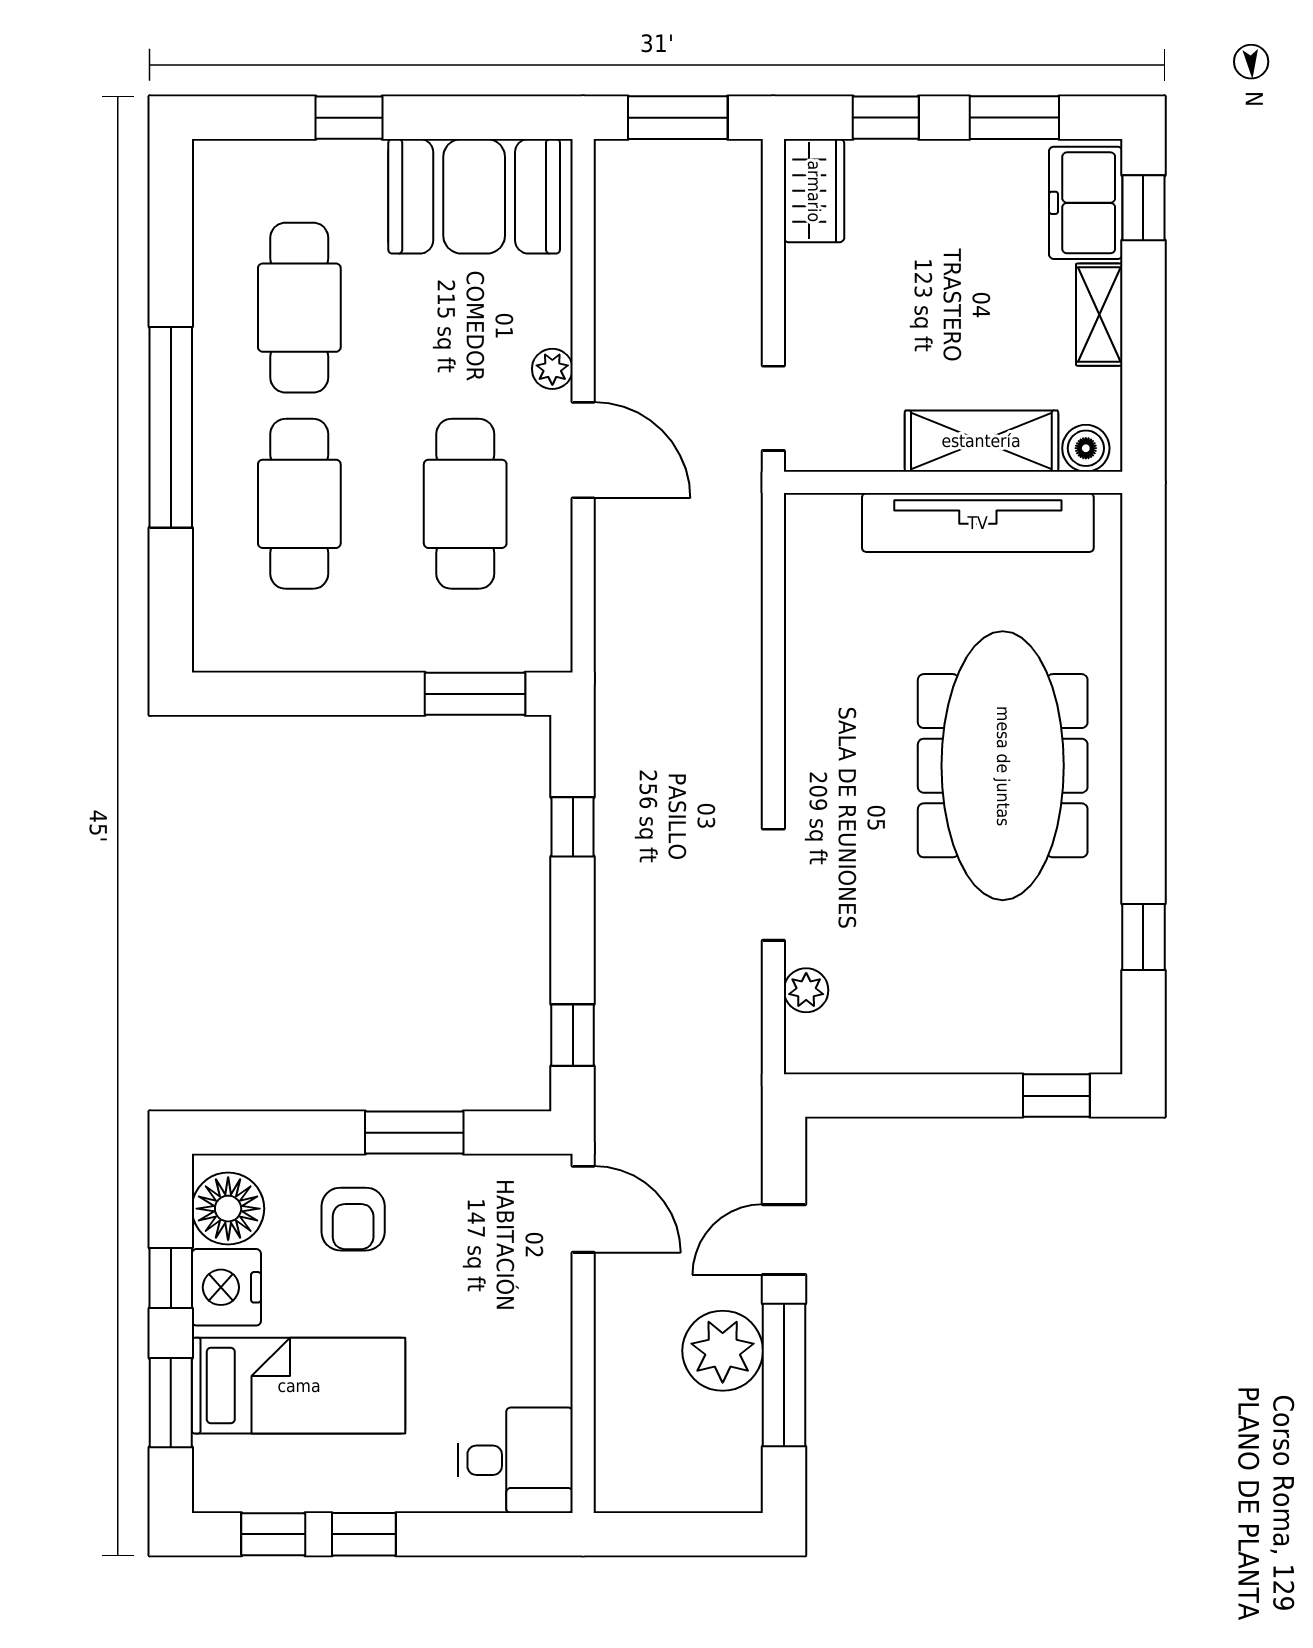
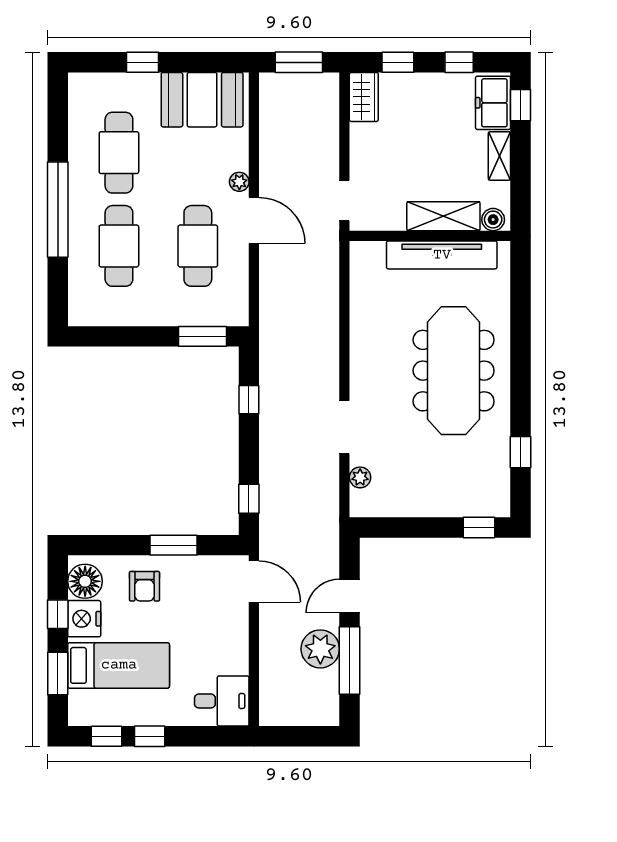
window: (1014, 118) -> (459, 62), width x0.67

